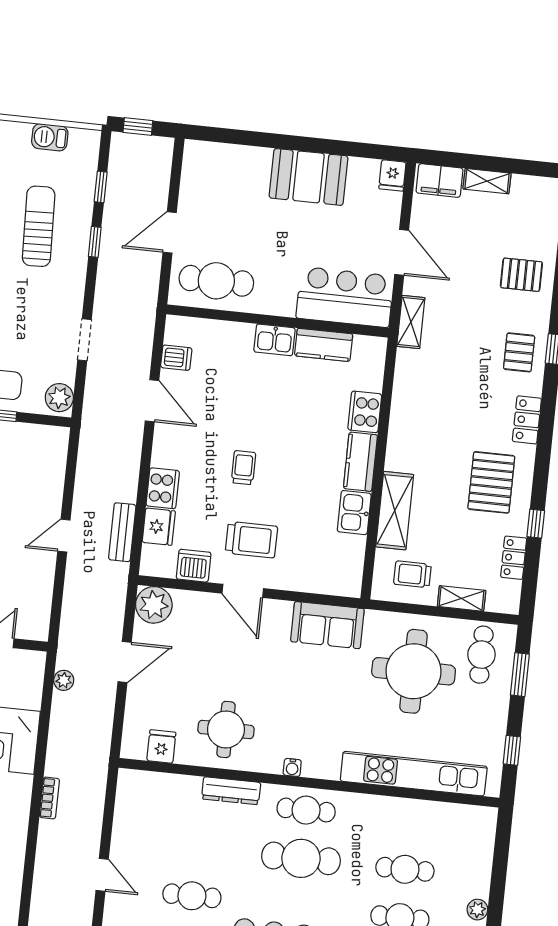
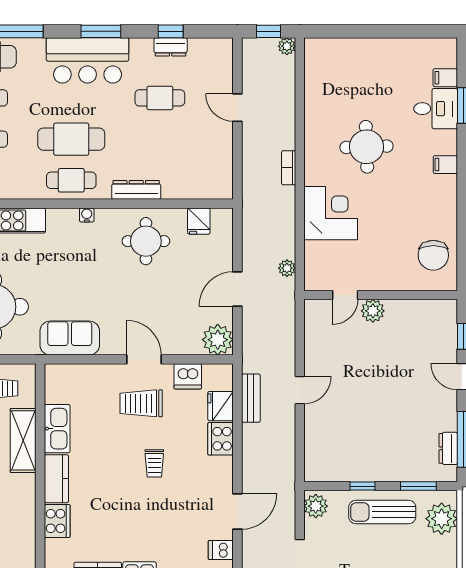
door: (152, 401) -> (237, 512), swing flipped
kitchen sink: (354, 513) -> (57, 429), width x1.38

